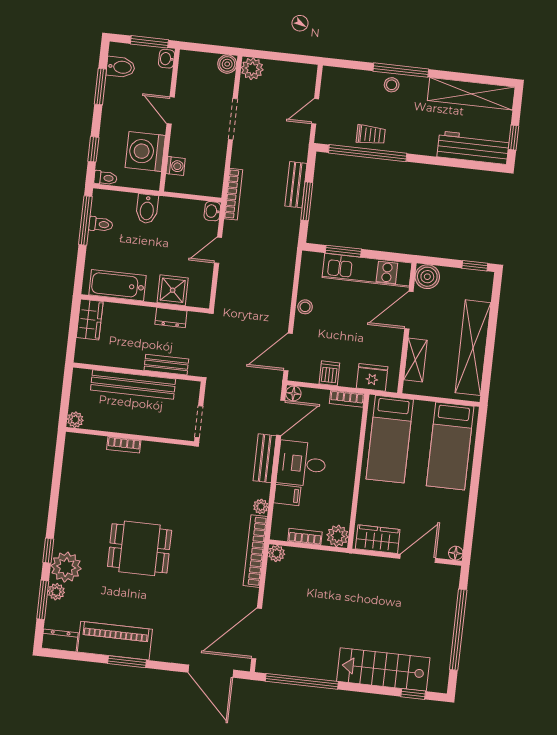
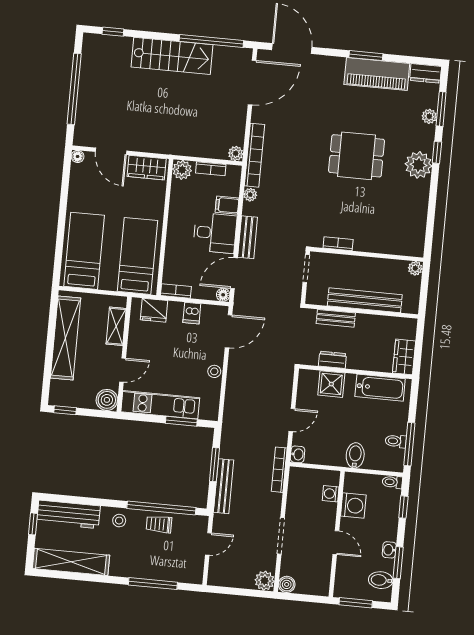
washbasin: (167, 59) -> (389, 550), moved, turned 180
window: (401, 70) -> (153, 584), moved
stool: (392, 85) -> (119, 521), moved
washing machine: (145, 152) -> (353, 506), width x0.73, depth x0.73
bench: (296, 185) -> (224, 486), width x1.36
door: (409, 310) -> (123, 370), width x0.73
bookcase: (124, 445) -> (338, 244), moved
door: (418, 558) -> (111, 151), hinge flipped
plant: (66, 567) -> (419, 165), moved
stairs: (383, 669) -> (172, 56), moved

